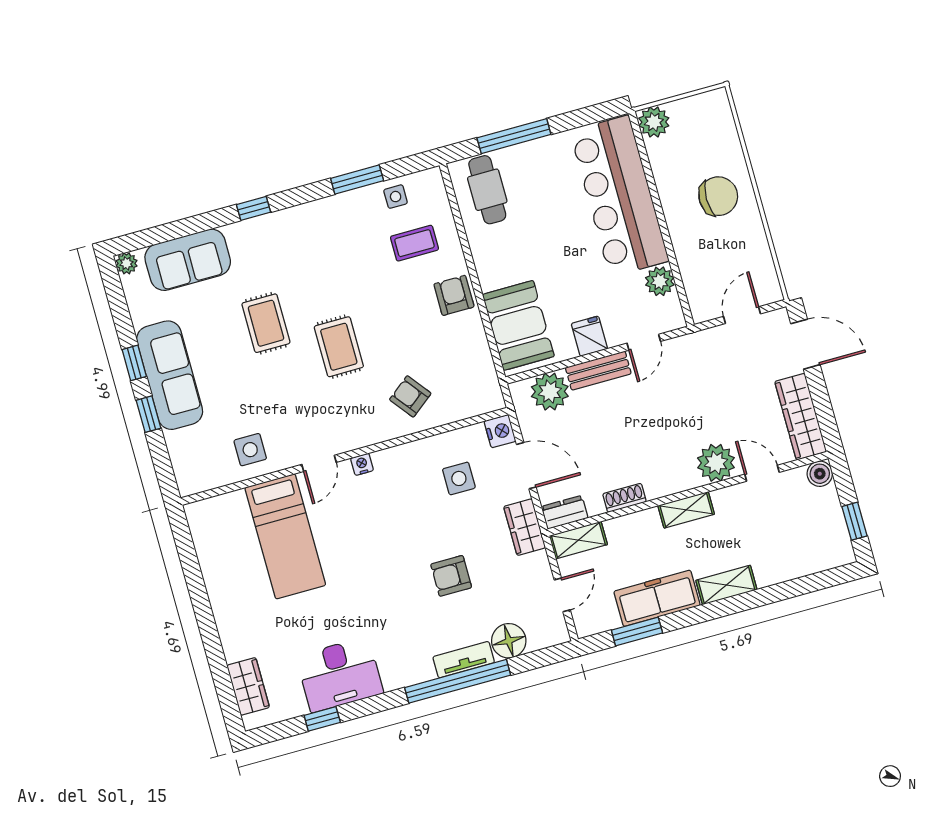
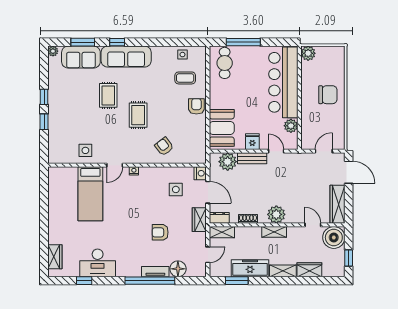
window: (357, 180) -> (83, 42), moved
door: (644, 342) -> (276, 151), swing flipped
sofa: (170, 375) -> (126, 57), moved, turned 90
plant: (716, 463) -> (276, 214), moved
boiler: (820, 474) -> (334, 237), width x1.86, depth x1.86
wardrobe: (780, 568) -> (309, 270), added

